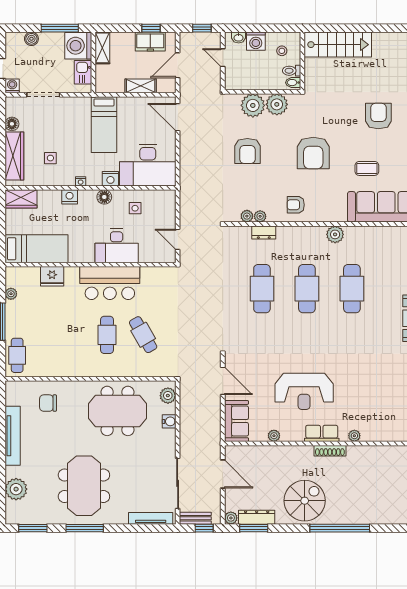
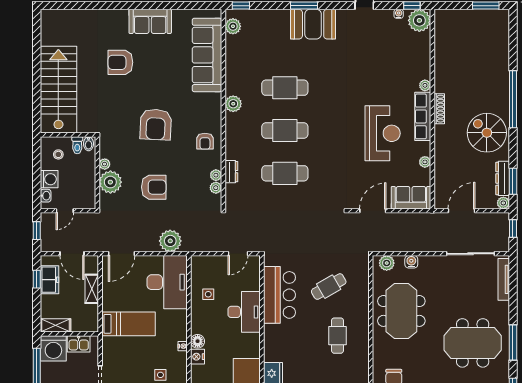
stairs: (338, 45) -> (58, 90), width x1.36, depth x1.51
plant: (277, 104) -> (105, 164), width x0.53, depth x0.53
armchair: (313, 153) -> (156, 125), turned 93
plant: (191, 168) -> (170, 241), added
coffee table: (367, 168) -> (170, 73), removed
nightstand: (110, 179) -> (180, 318), removed
floor lamp: (104, 197) -> (198, 341), moved
bar counter: (110, 283) -> (279, 295), moved
cafe table: (107, 335) -> (338, 336), moved, turned 90
row of seats: (322, 433) -> (423, 116), width x1.48
bench: (195, 518) -> (504, 237), removed

